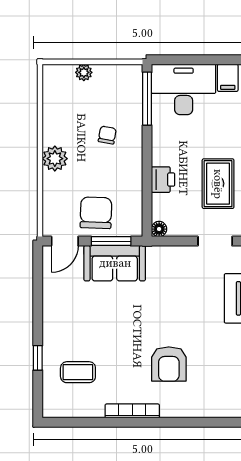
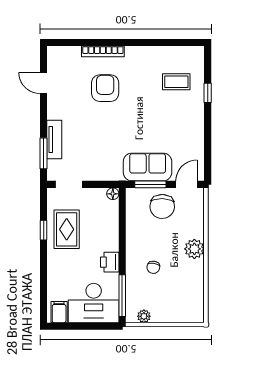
plant: (84, 72) -> (144, 316), moved
printer: (163, 180) -> (110, 262), moved
bookcase: (132, 411) -> (103, 51), moved

